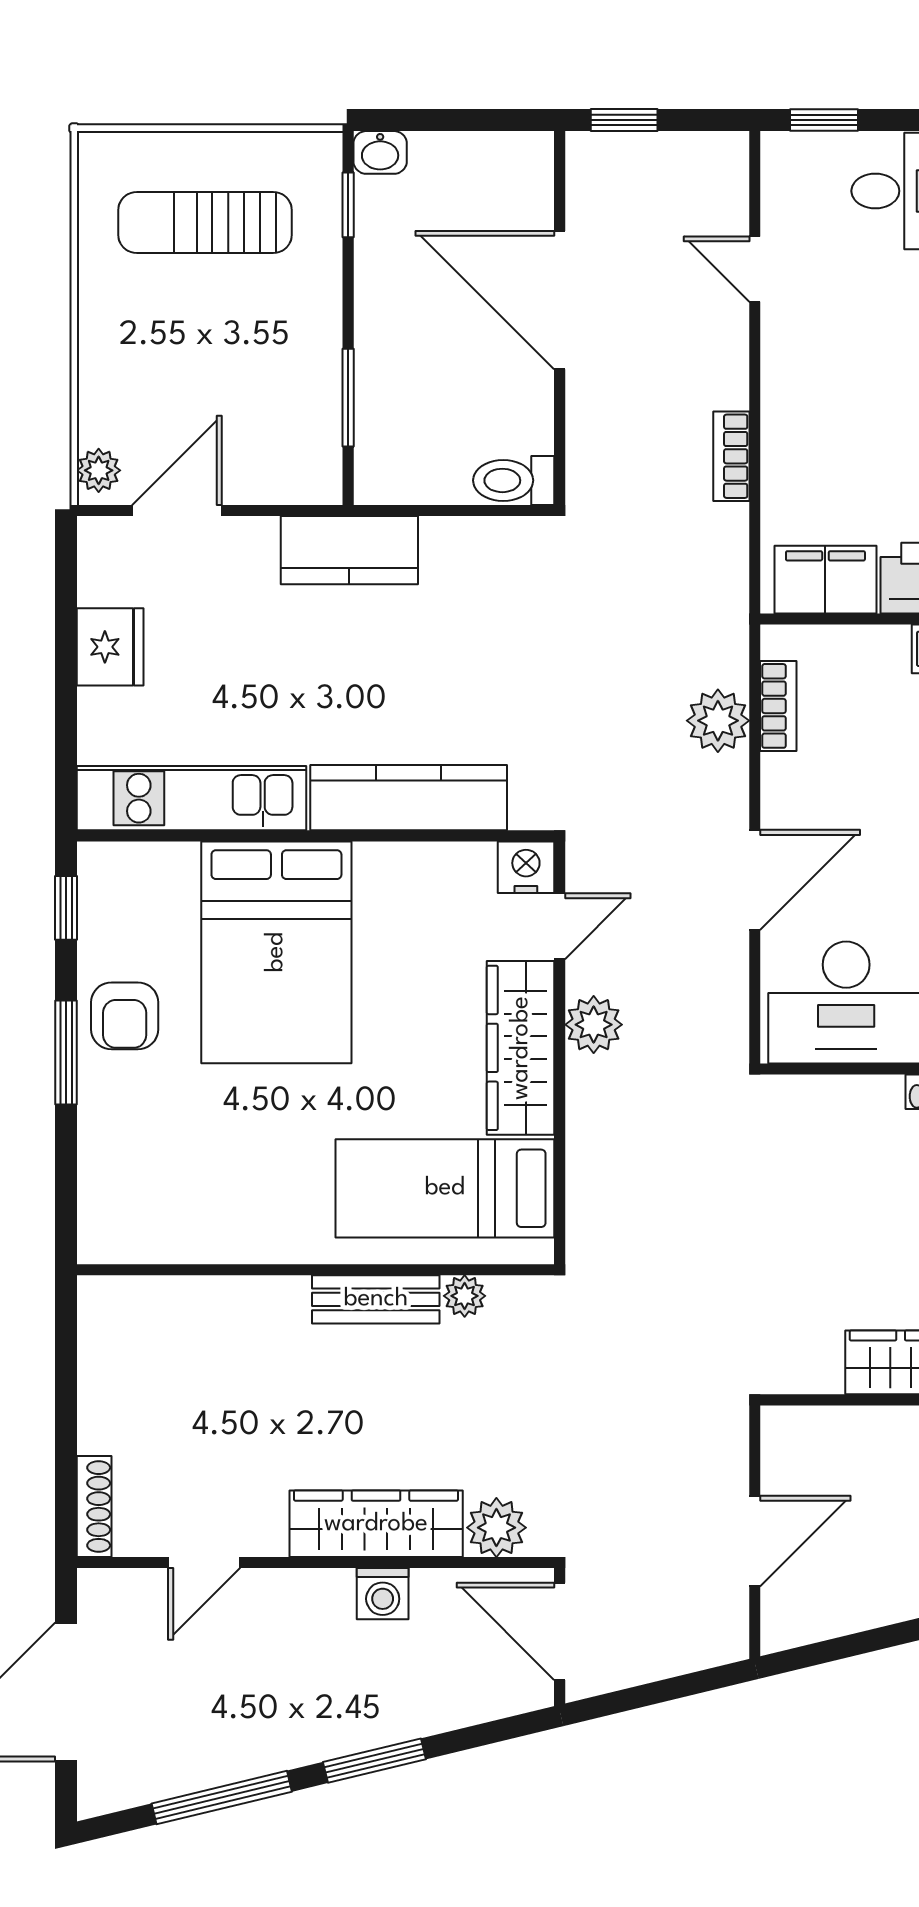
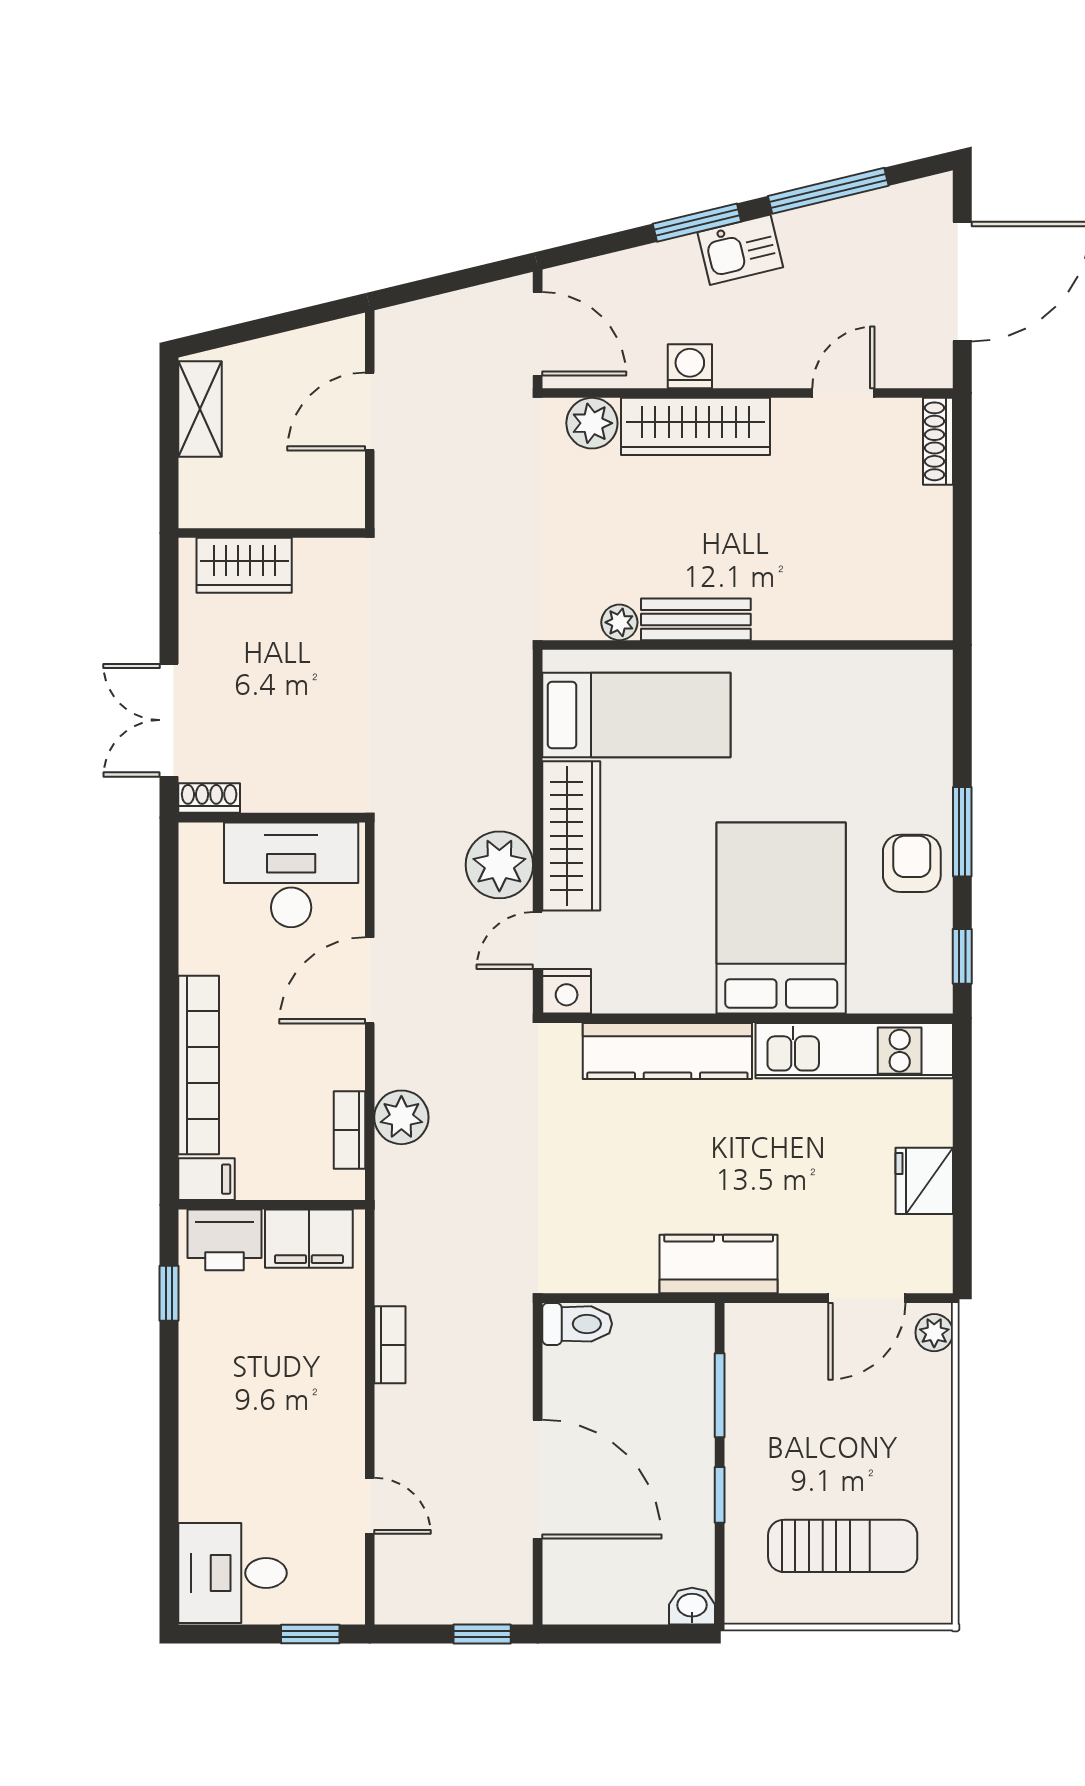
window: (348, 205) -> (720, 1495), moved
plant: (594, 1025) -> (499, 865), width x1.36, depth x1.36
kitchen sink: (324, 1729) -> (740, 250), added

